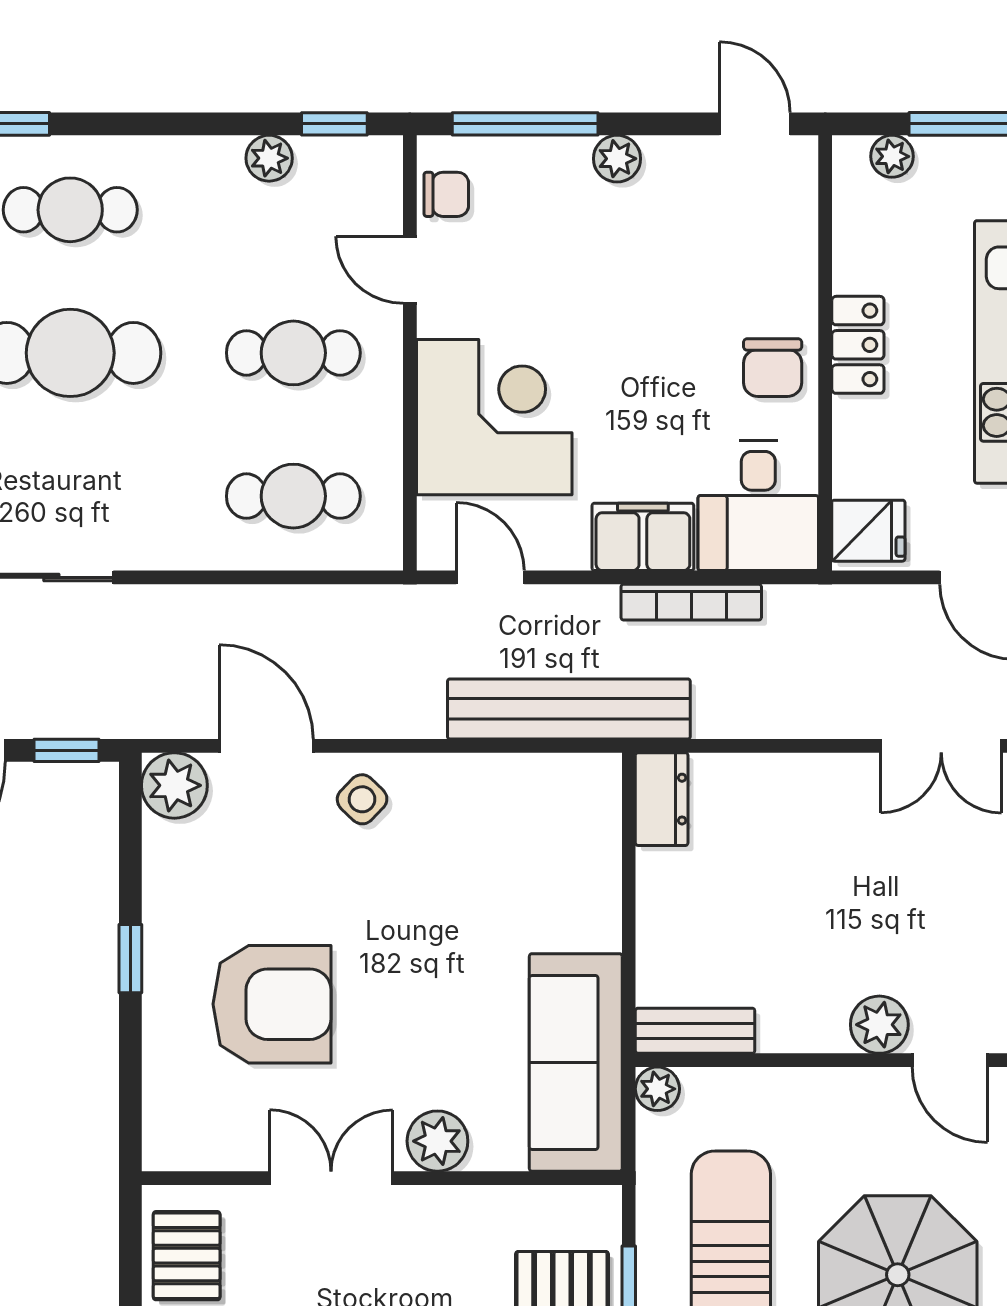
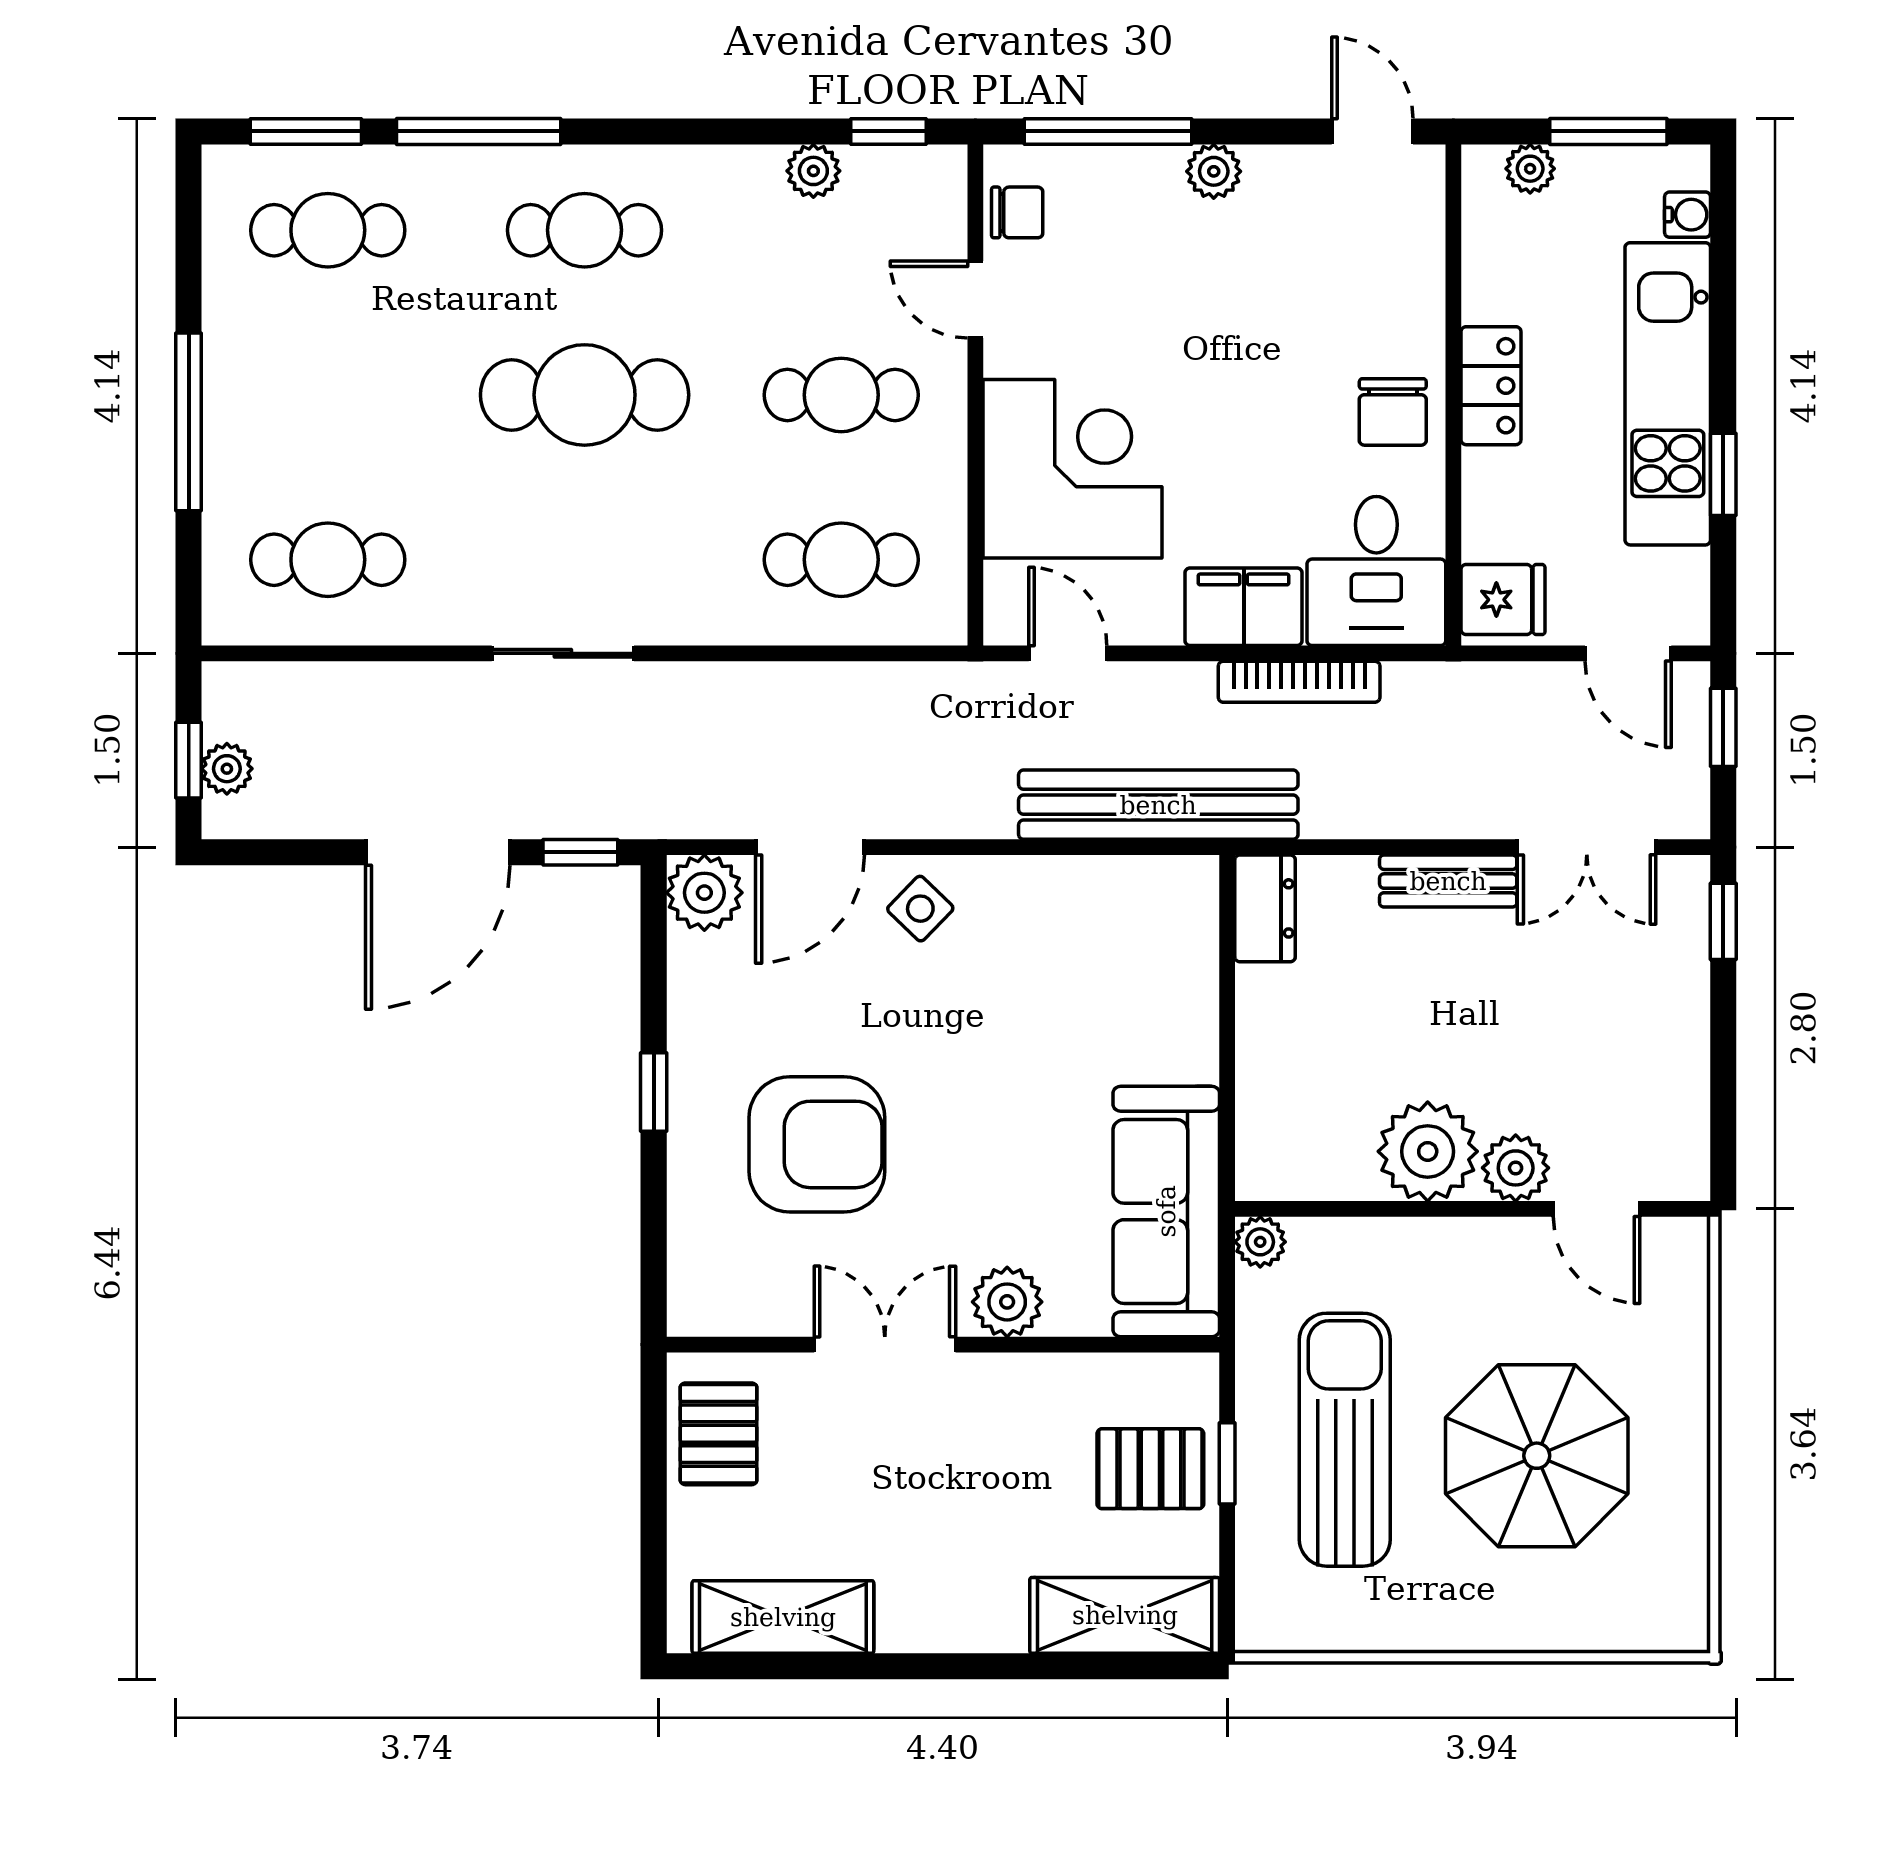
door: (266, 746) -> (810, 847), swing flipped
plant: (803, 1010) -> (1428, 1151), added
bench: (695, 1031) -> (1448, 881), moved

